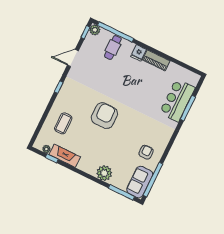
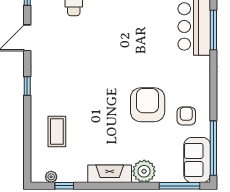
armchair: (104, 116) -> (148, 105), moved
fireplace: (65, 156) -> (110, 174), moved

